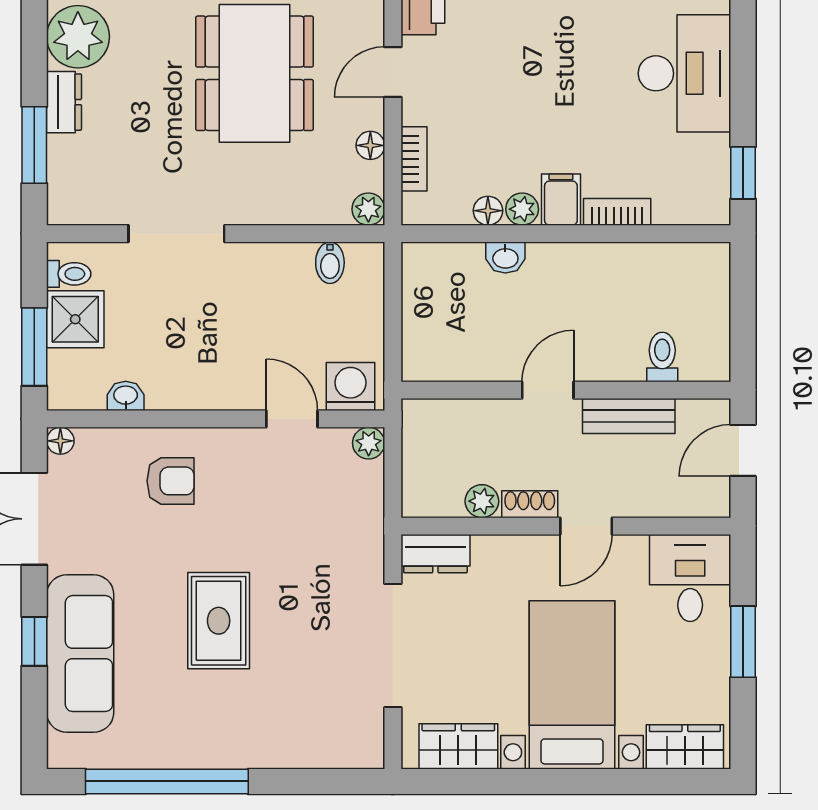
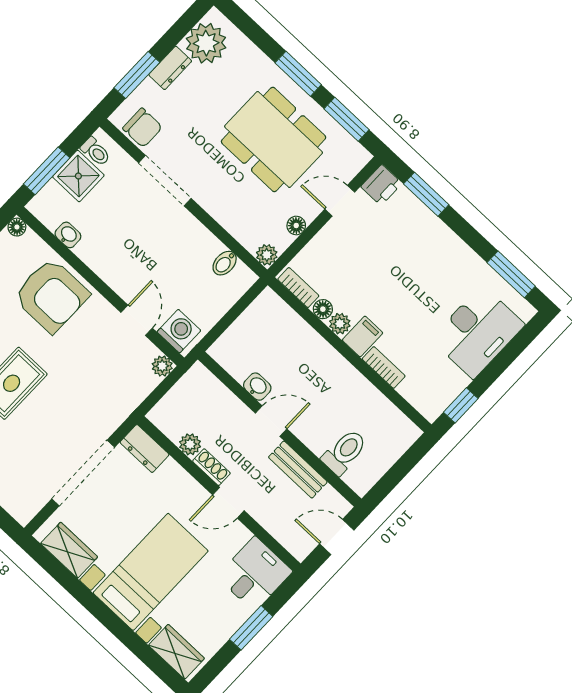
dining table: (255, 73) -> (274, 139), turned 90
bookcase: (414, 159) -> (298, 288), moved, turned -90
chair: (96, 198) -> (143, 128), added
washbasin: (505, 257) -> (257, 387), moved, turned 180
toilet: (662, 357) -> (344, 452), width x1.37, depth x1.39
armchair: (171, 481) -> (51, 295), width x1.88, depth x1.88

